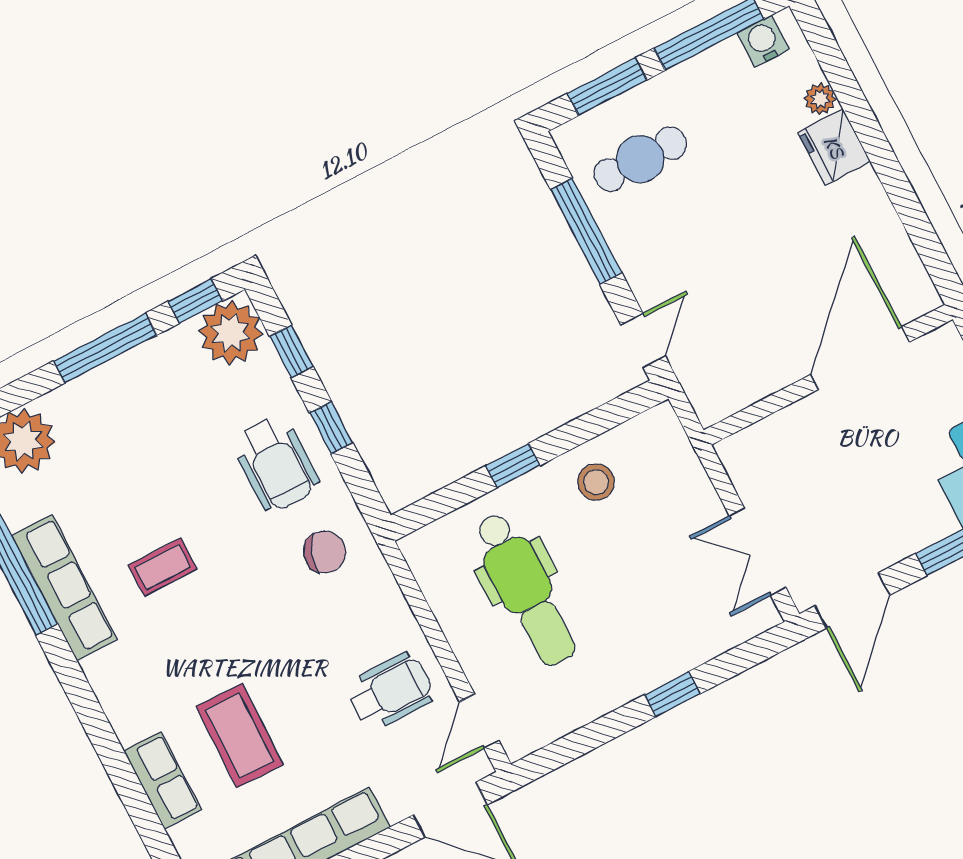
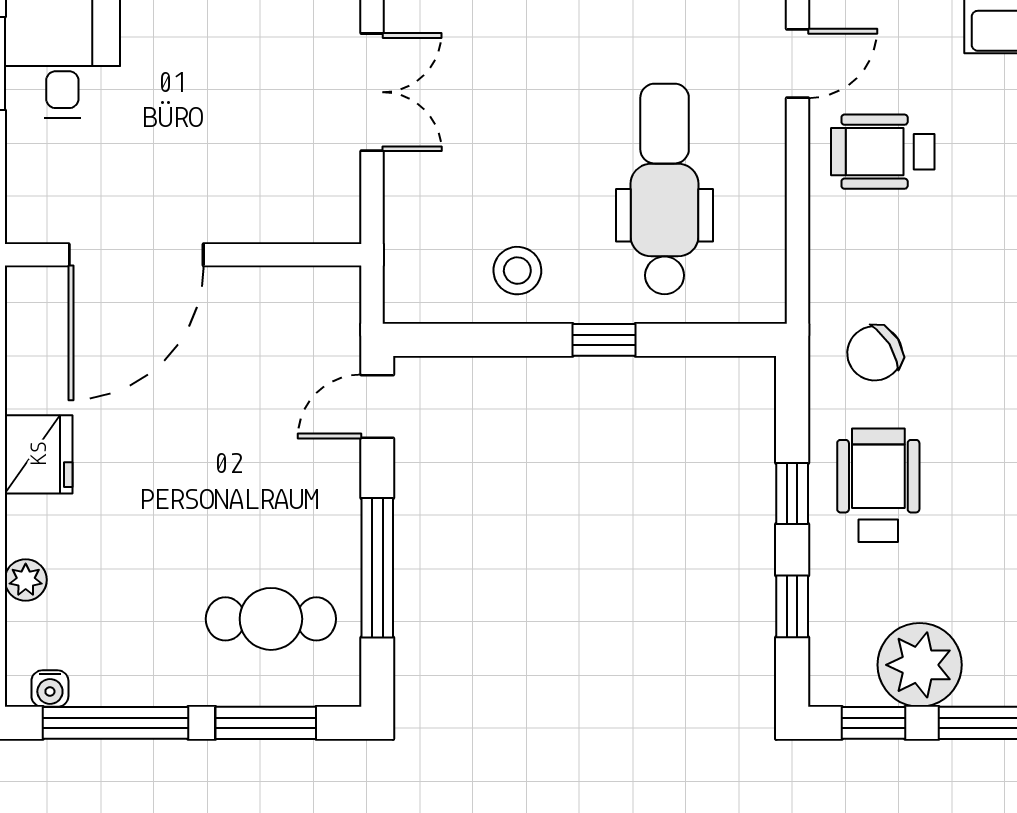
water cooler: (763, 41) -> (50, 689), width x0.72, depth x0.72
fridge: (834, 147) -> (39, 454), moved
plant: (231, 333) -> (920, 665), moved
chair: (325, 552) -> (875, 353), turned -51

